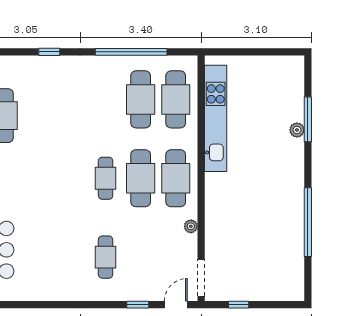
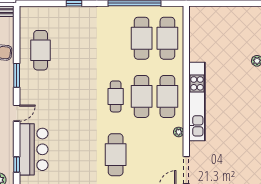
kitchen unit: (216, 118) -> (197, 101), moved
cafe table: (106, 257) -> (116, 155), width x1.37, depth x1.35

